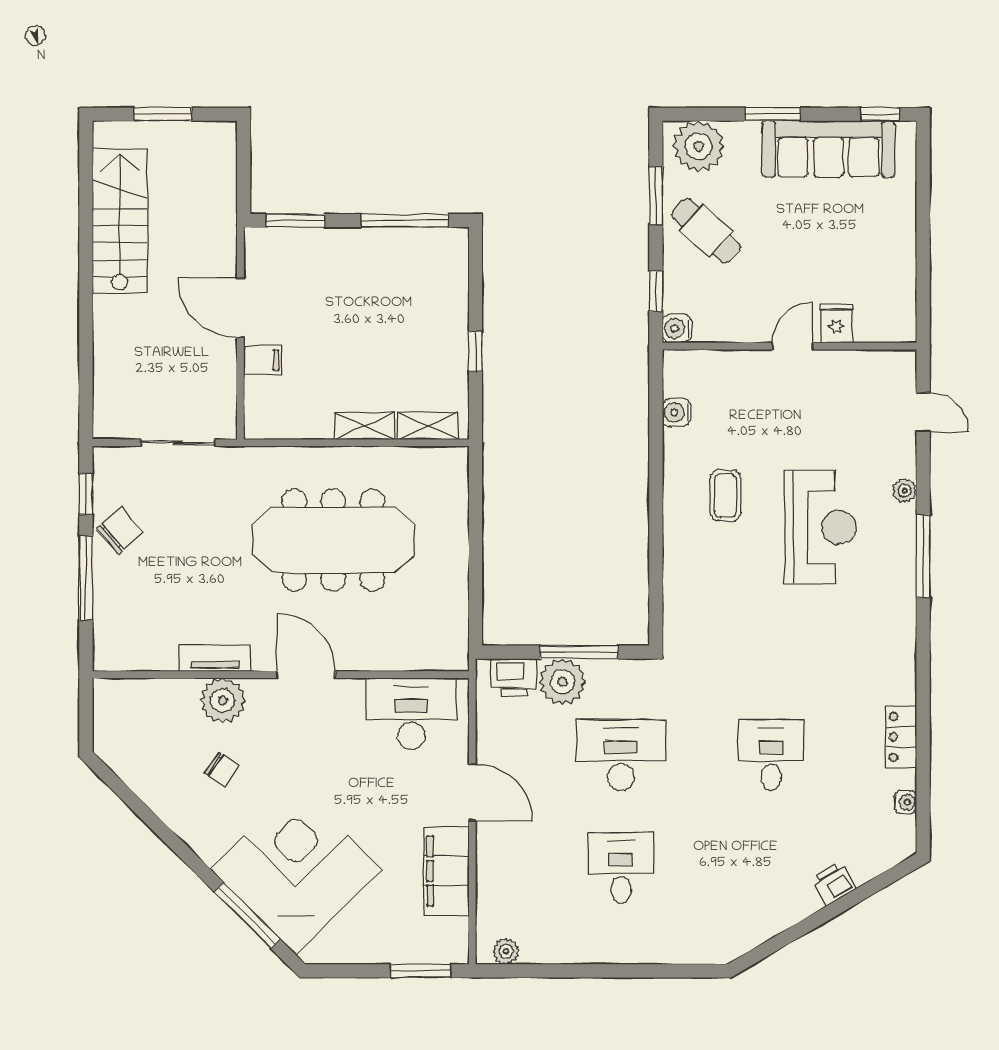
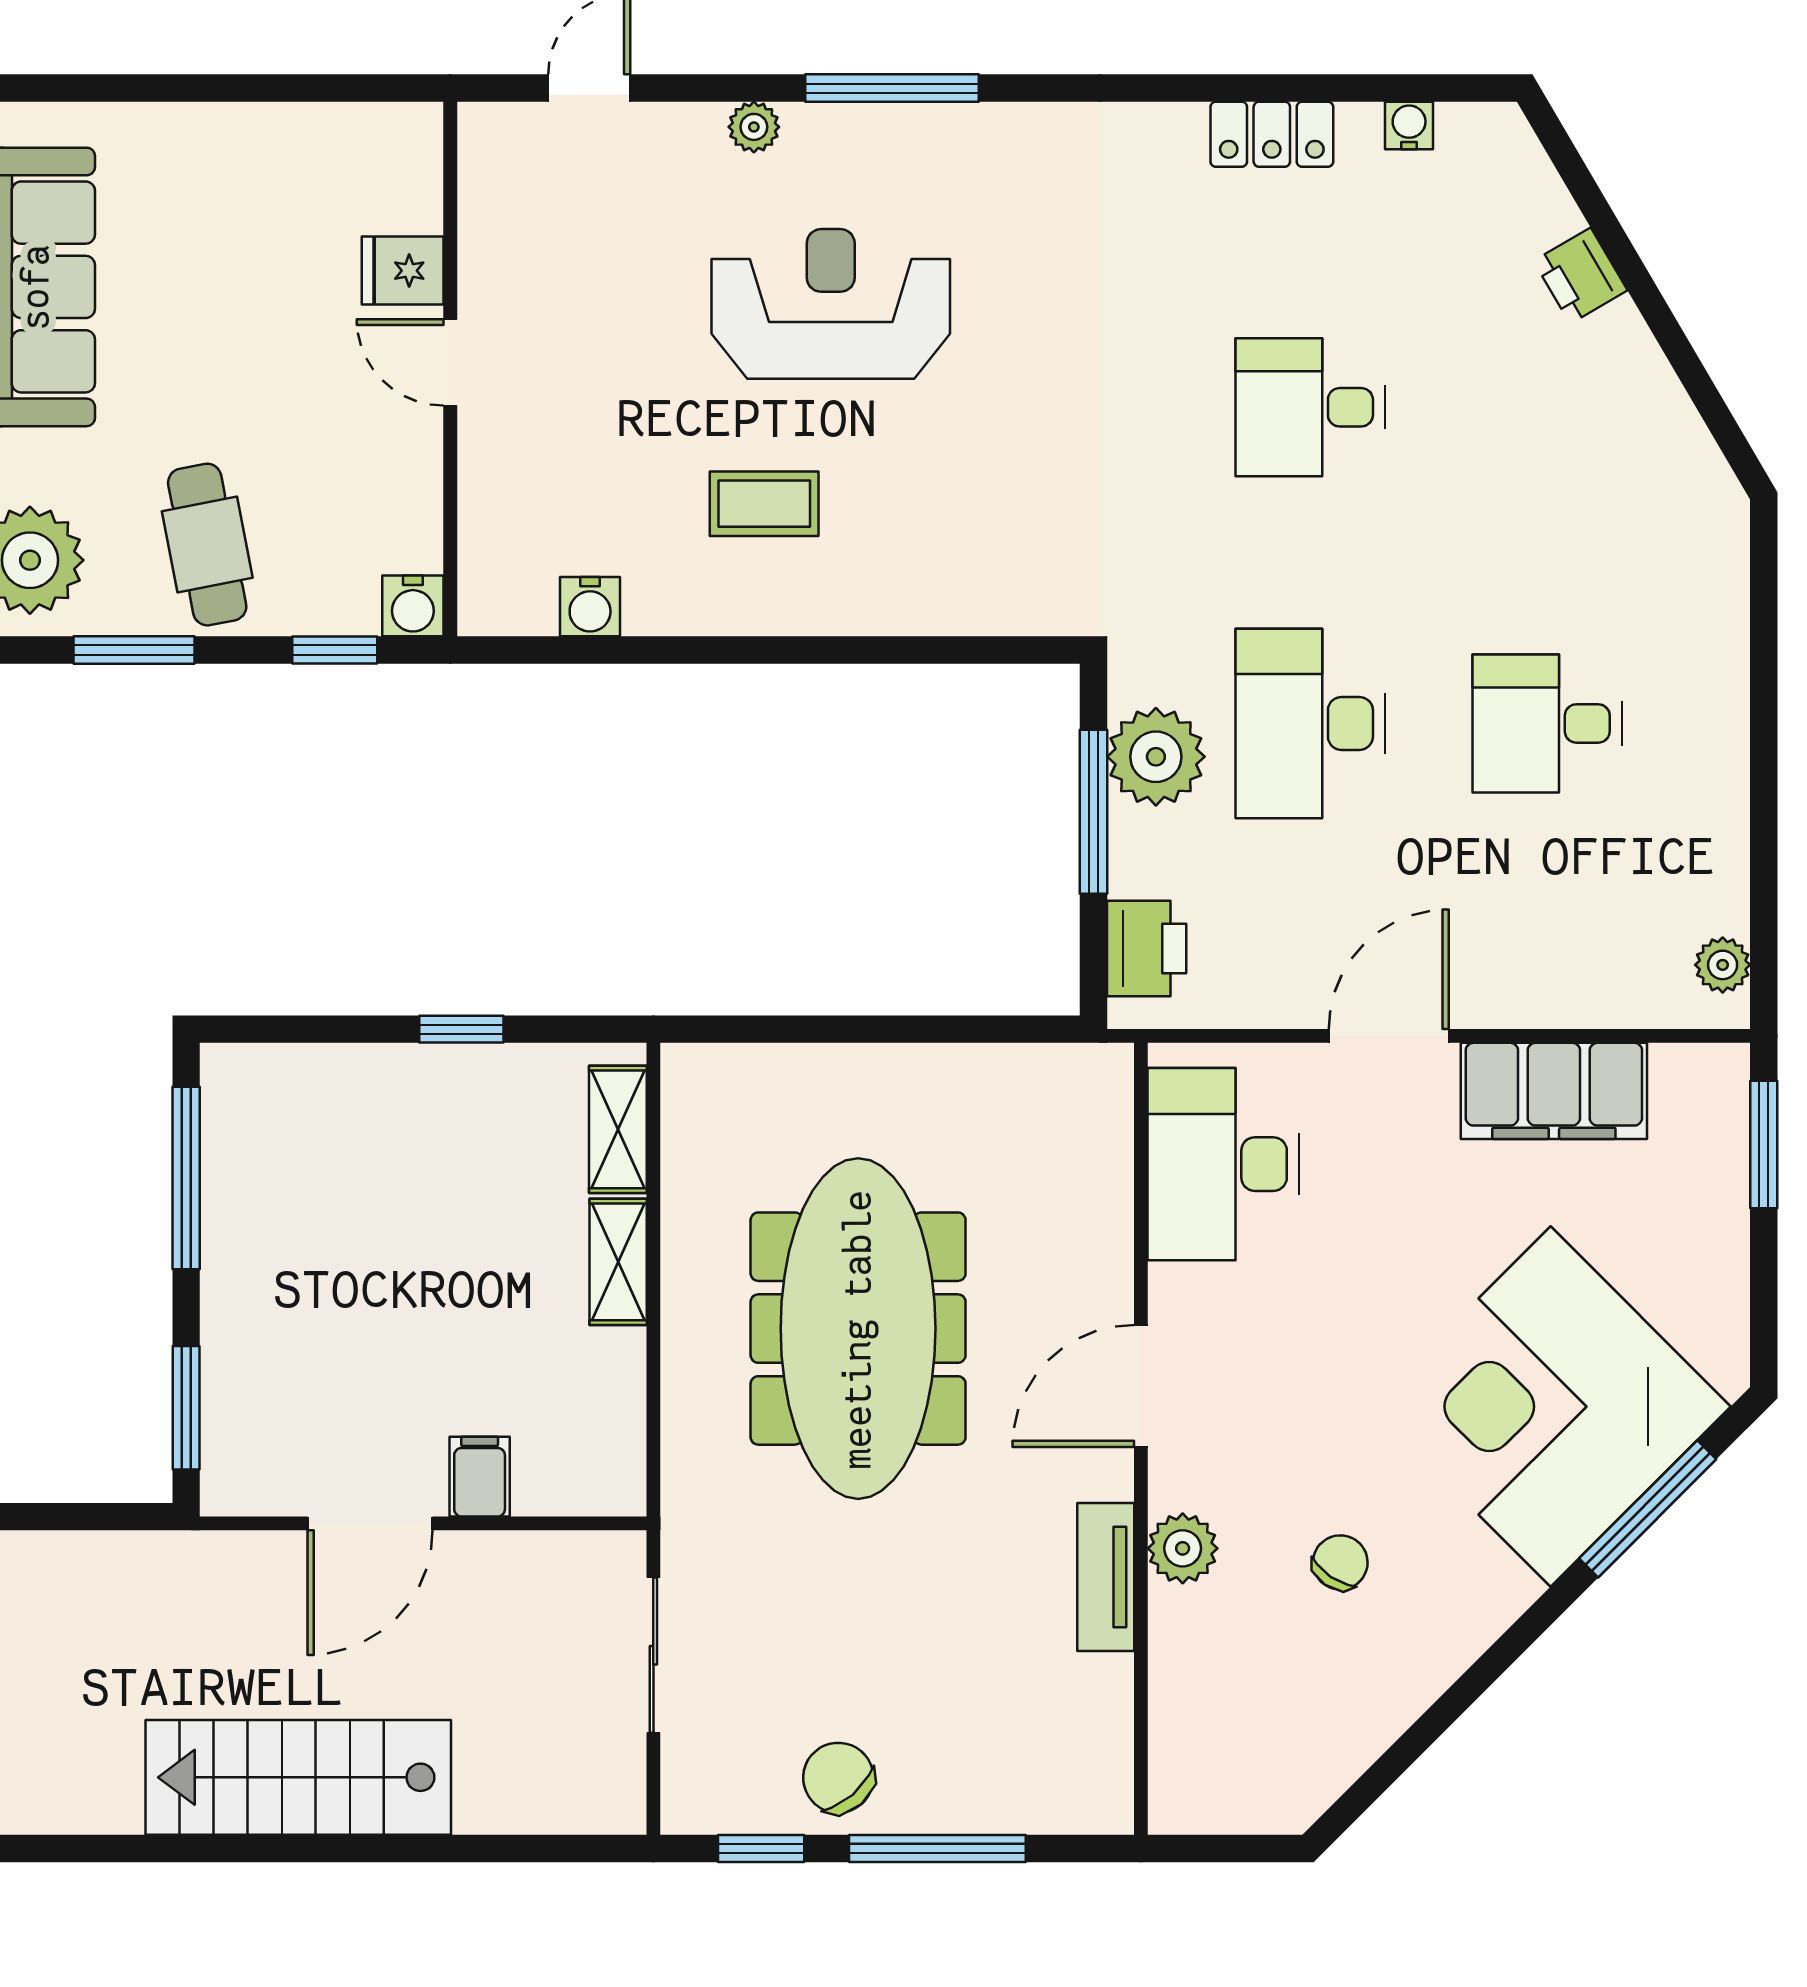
stairs: (120, 221) -> (298, 1777), moved
cafe table: (706, 231) -> (207, 545), turned -53
plant: (562, 682) -> (1156, 757), moved
plant: (223, 700) -> (1183, 1548), width x0.73, depth x0.73

